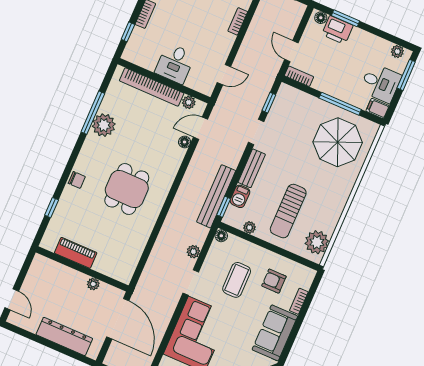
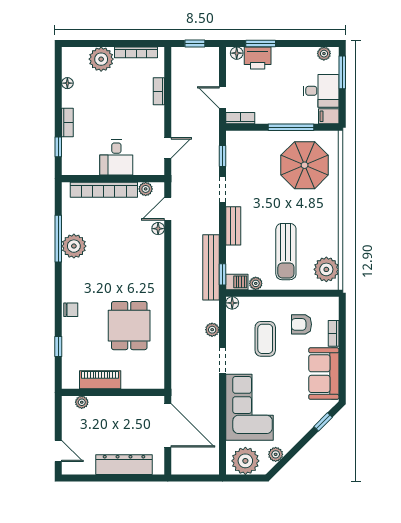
dining table: (127, 189) -> (129, 326), moved
barbecue: (240, 196) -> (237, 282), moved, turned -90
plant: (93, 284) -> (82, 402), moved

